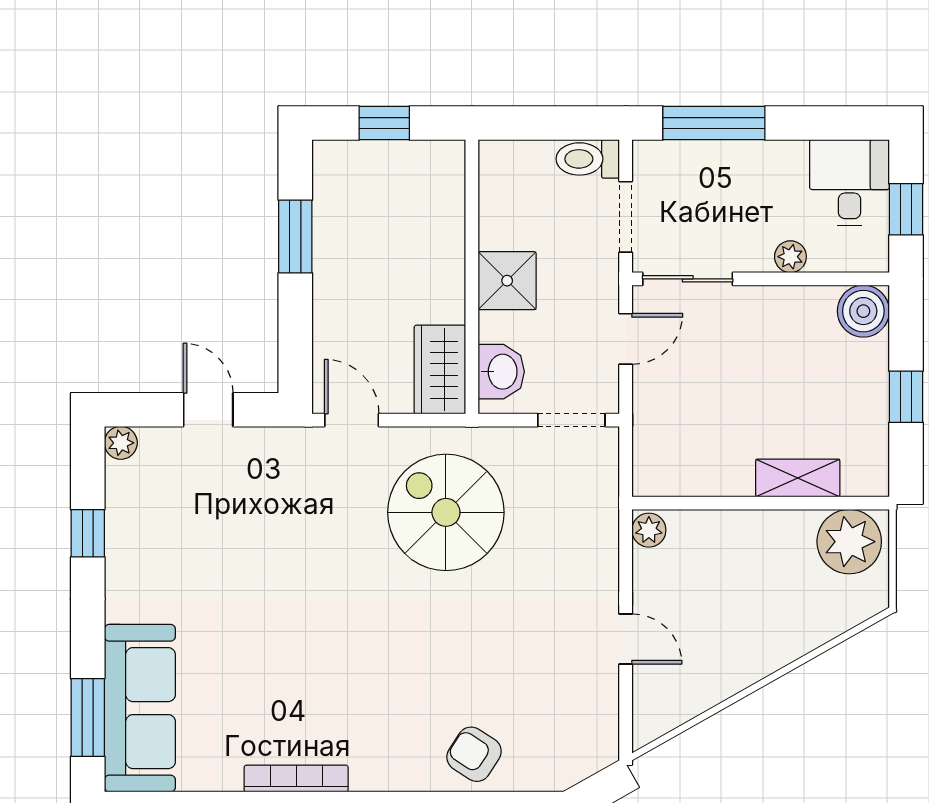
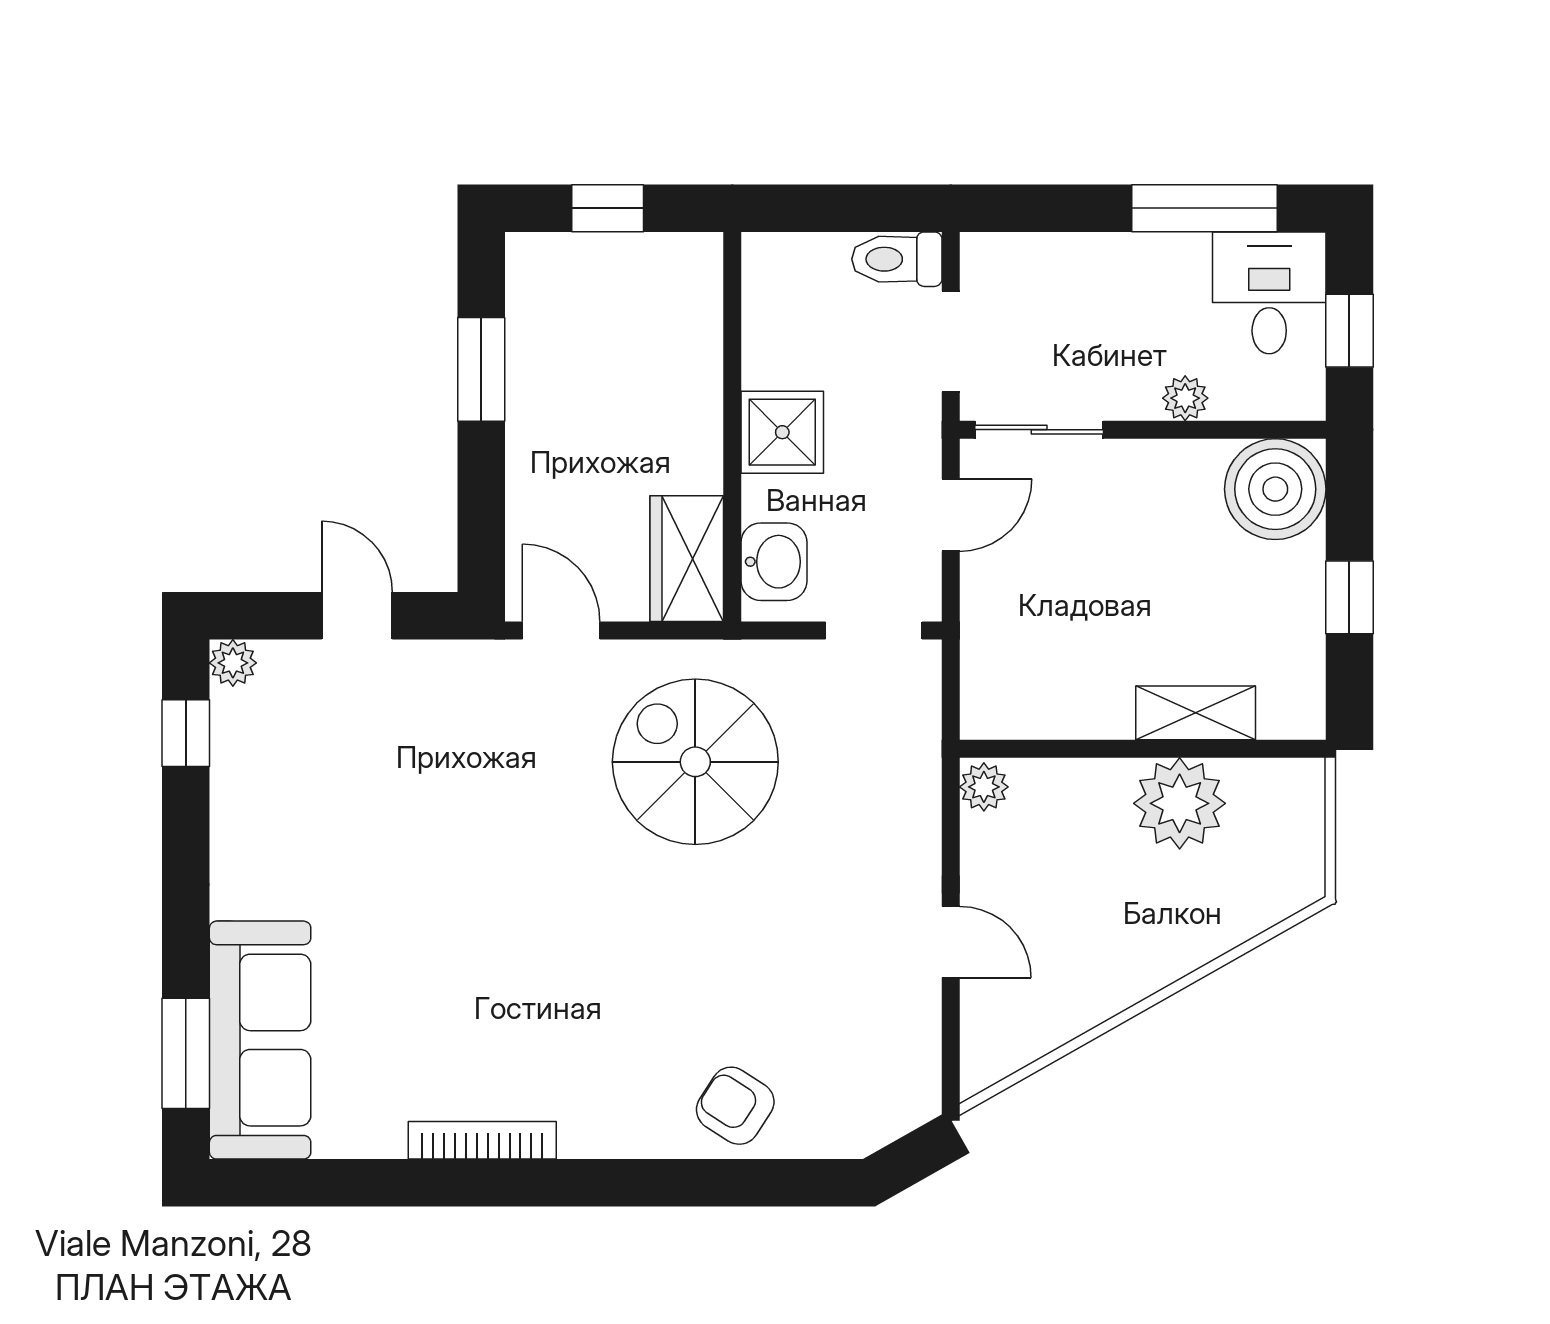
window: (714, 123) -> (1204, 208), moved
boiler: (863, 311) -> (1275, 489), width x1.37, depth x1.37
window: (88, 533) -> (186, 733), moved
plant: (849, 542) -> (1180, 803), moved

